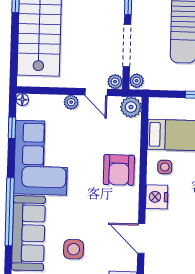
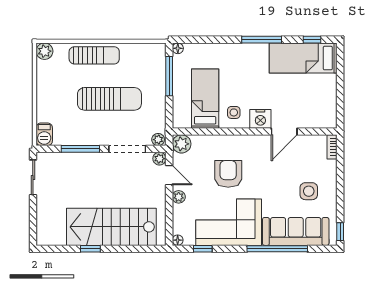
door: (96, 92) -> (169, 175), hinge flipped
armchair: (119, 170) -> (228, 174), moved, turned -90
door: (141, 239) -> (284, 131), moved

